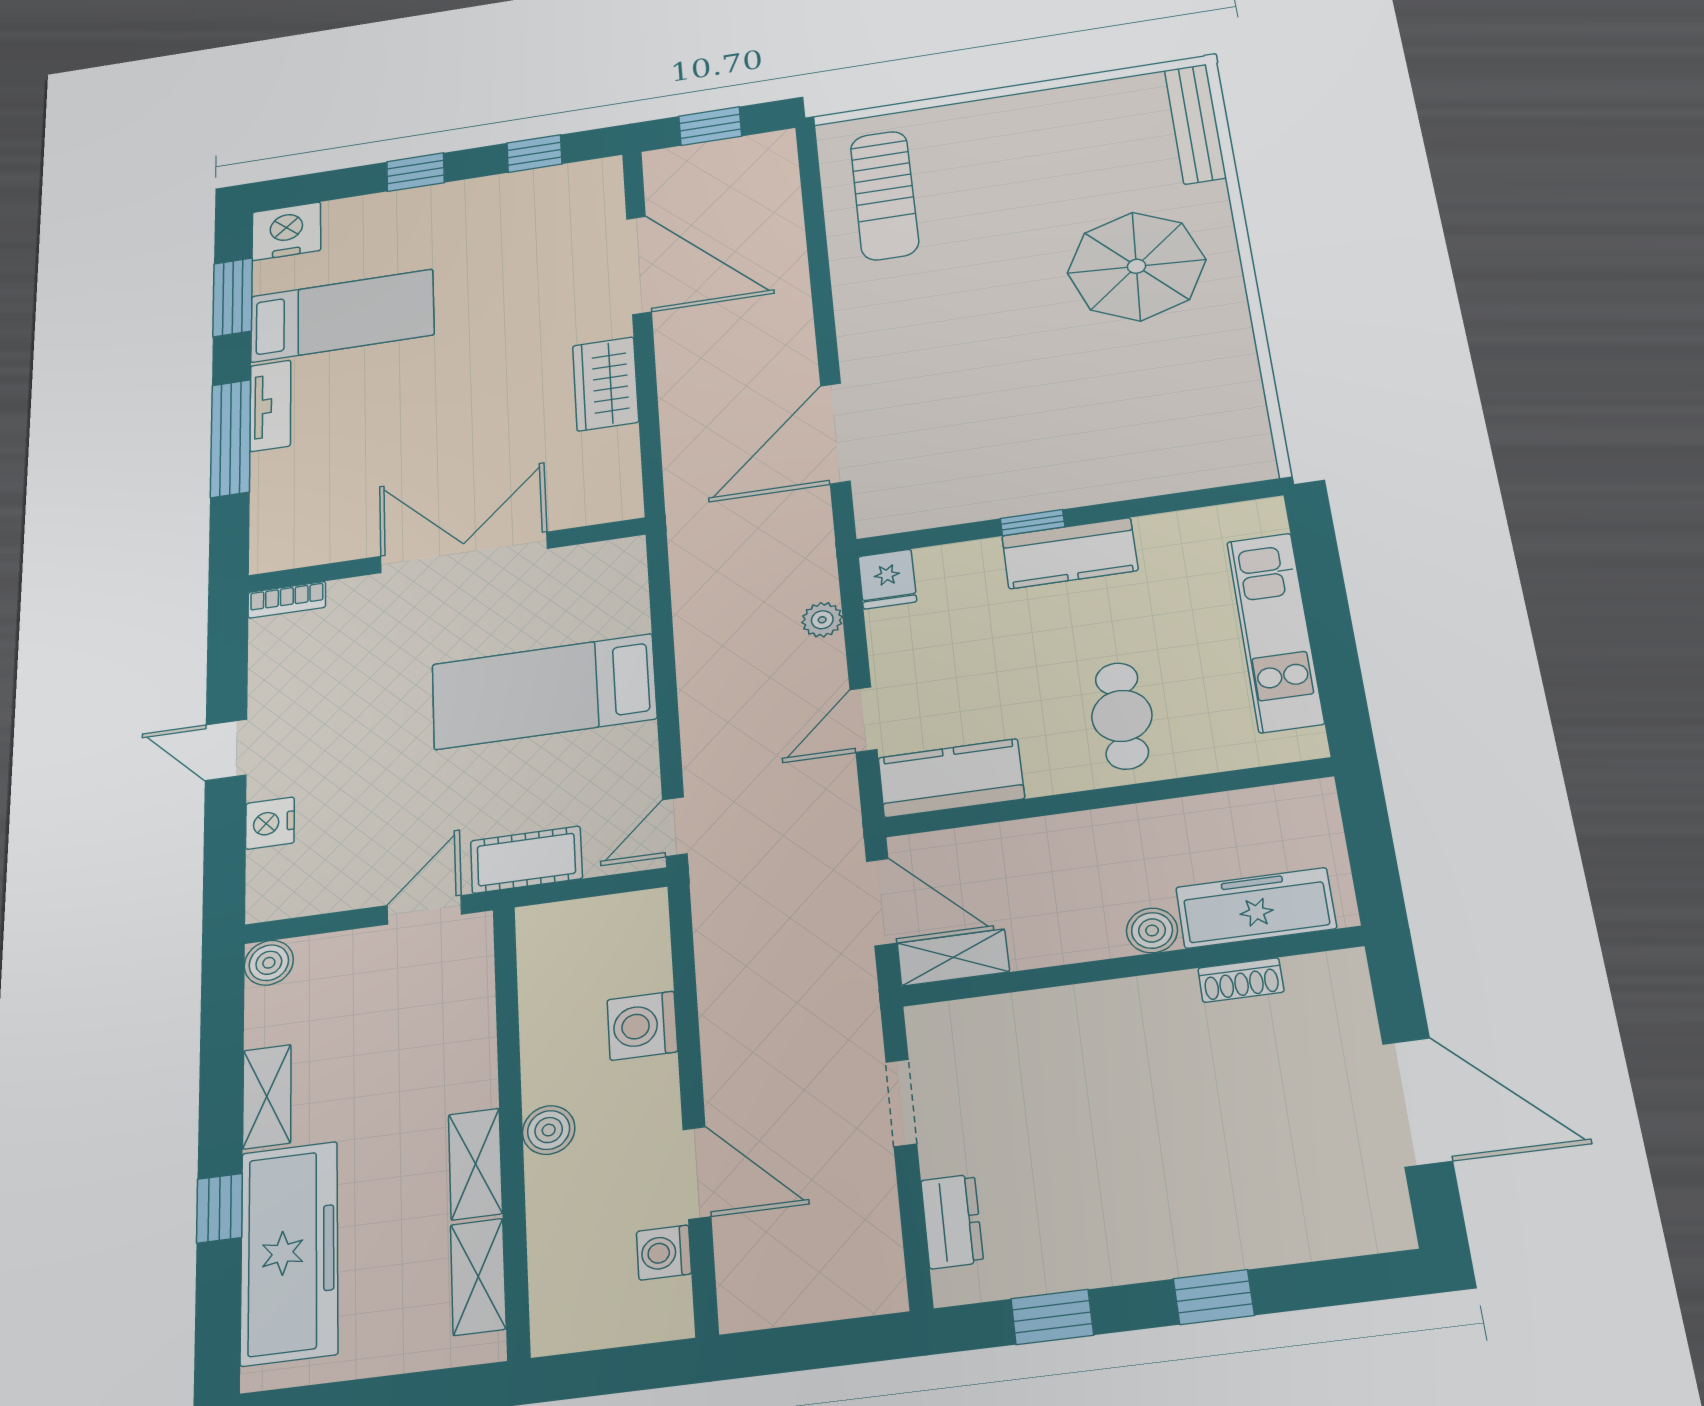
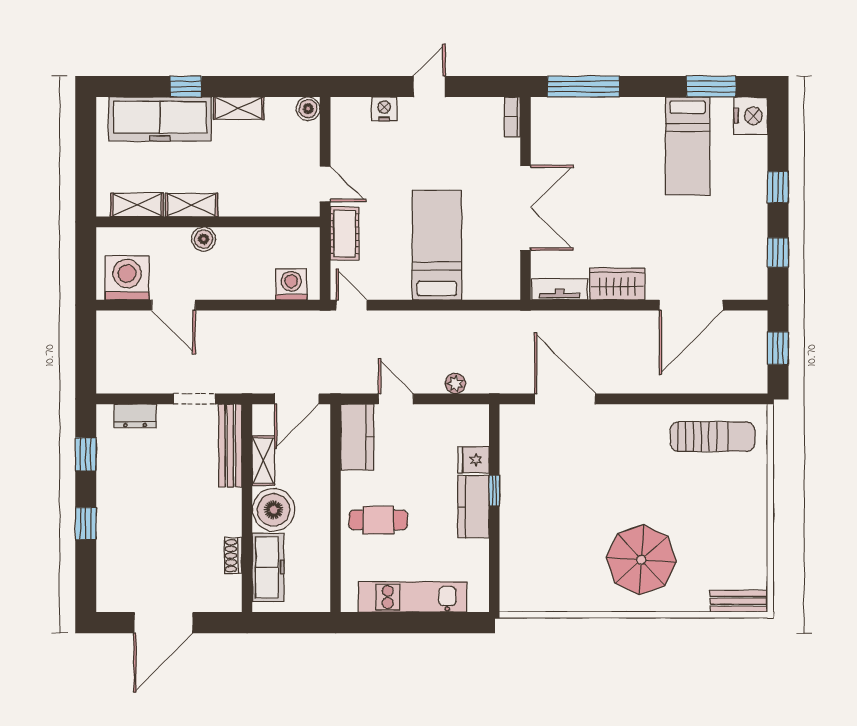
bench: (1195, 124) -> (739, 601), width x0.73
sun lounger: (884, 195) -> (713, 437), turned 180
tv unit: (270, 406) -> (560, 289), moved, turned 180
window: (231, 438) -> (583, 87), moved
fridge: (887, 579) -> (474, 460), moved
boiler: (1152, 930) -> (274, 510), width x1.86, depth x1.86
shelving: (953, 957) -> (263, 461), moved
bench: (997, 1018) -> (230, 446), added
washing machine: (642, 1026) -> (291, 284), moved
door: (697, 1173) -> (173, 305), hinge flipped
washing machine: (664, 1253) -> (127, 278), width x1.89, depth x1.89

